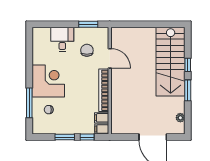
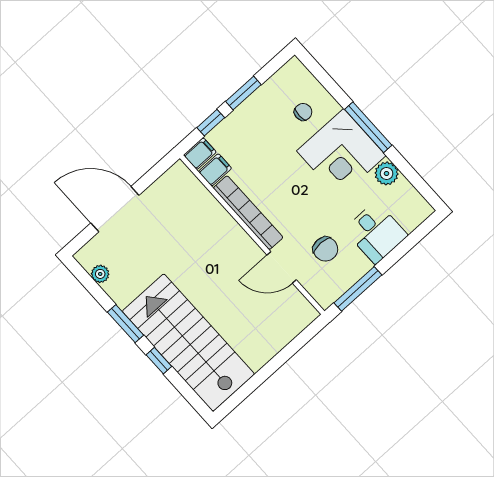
window: (88, 24) -> (358, 289), width x1.44
plant: (38, 58) -> (387, 173), added
window: (29, 103) -> (368, 127), moved

